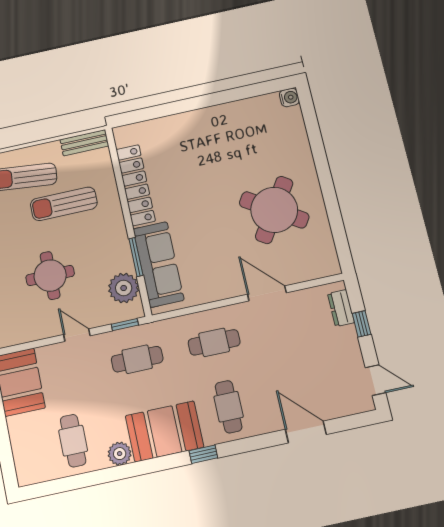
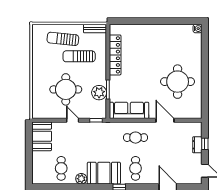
round table: (274, 210) -> (178, 82), turned -33
sofa: (159, 264) -> (129, 110), moved, turned -90
round table: (50, 276) -> (66, 89), width x1.36, depth x1.36
plant: (124, 288) -> (99, 93), moved
dresser: (341, 308) -> (197, 145), moved
cafe table: (137, 359) -> (98, 138), removed

